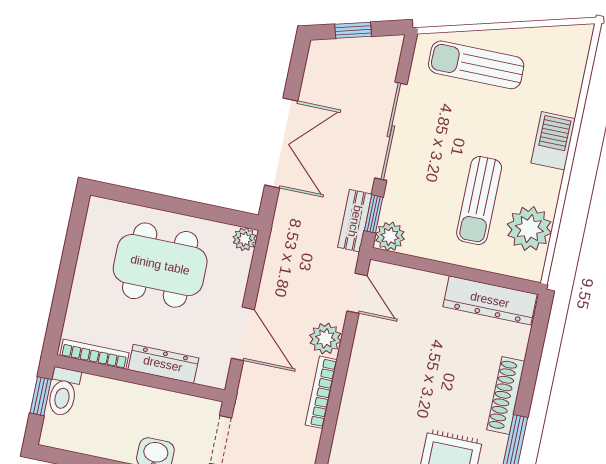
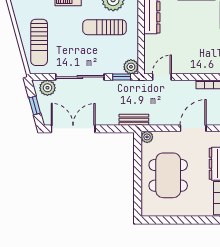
double door: (281, 143) -> (73, 129), moved
sun lounger: (479, 201) -> (105, 27), turned 180
bench: (355, 221) -> (134, 120), moved
plant: (325, 338) -> (47, 88), moved

